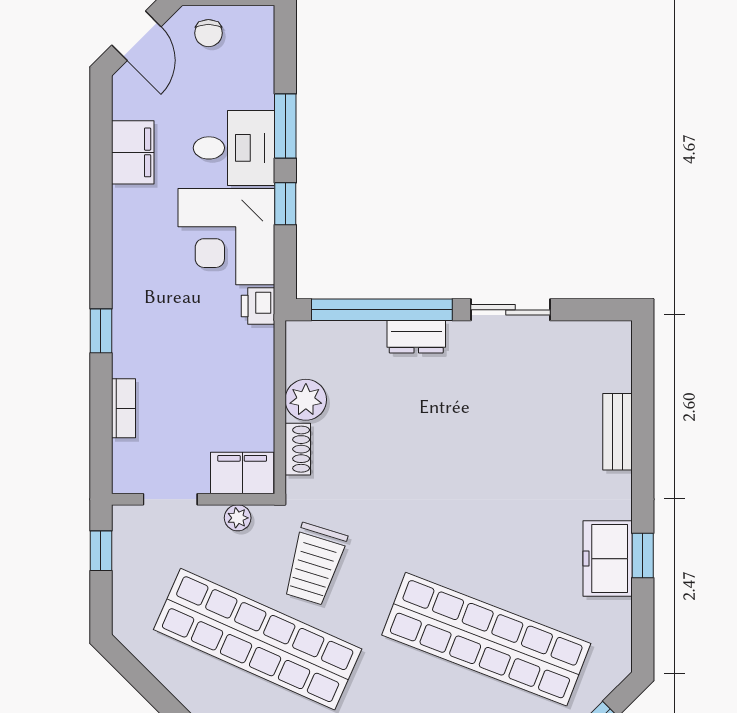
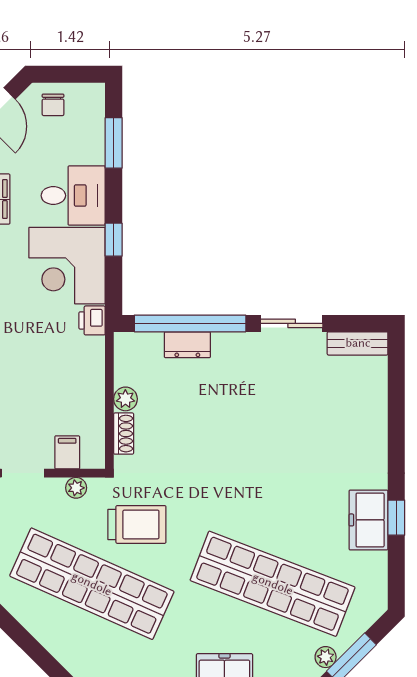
window: (285, 126) -> (114, 143), moved
dresser: (416, 337) -> (187, 345), moved
plant: (306, 400) -> (125, 399), width x0.73, depth x0.73
bench: (618, 432) -> (358, 343), moved, turned 90
filing cabinet: (242, 473) -> (67, 452), width x0.50
trolley: (315, 564) -> (137, 524), turned -107

